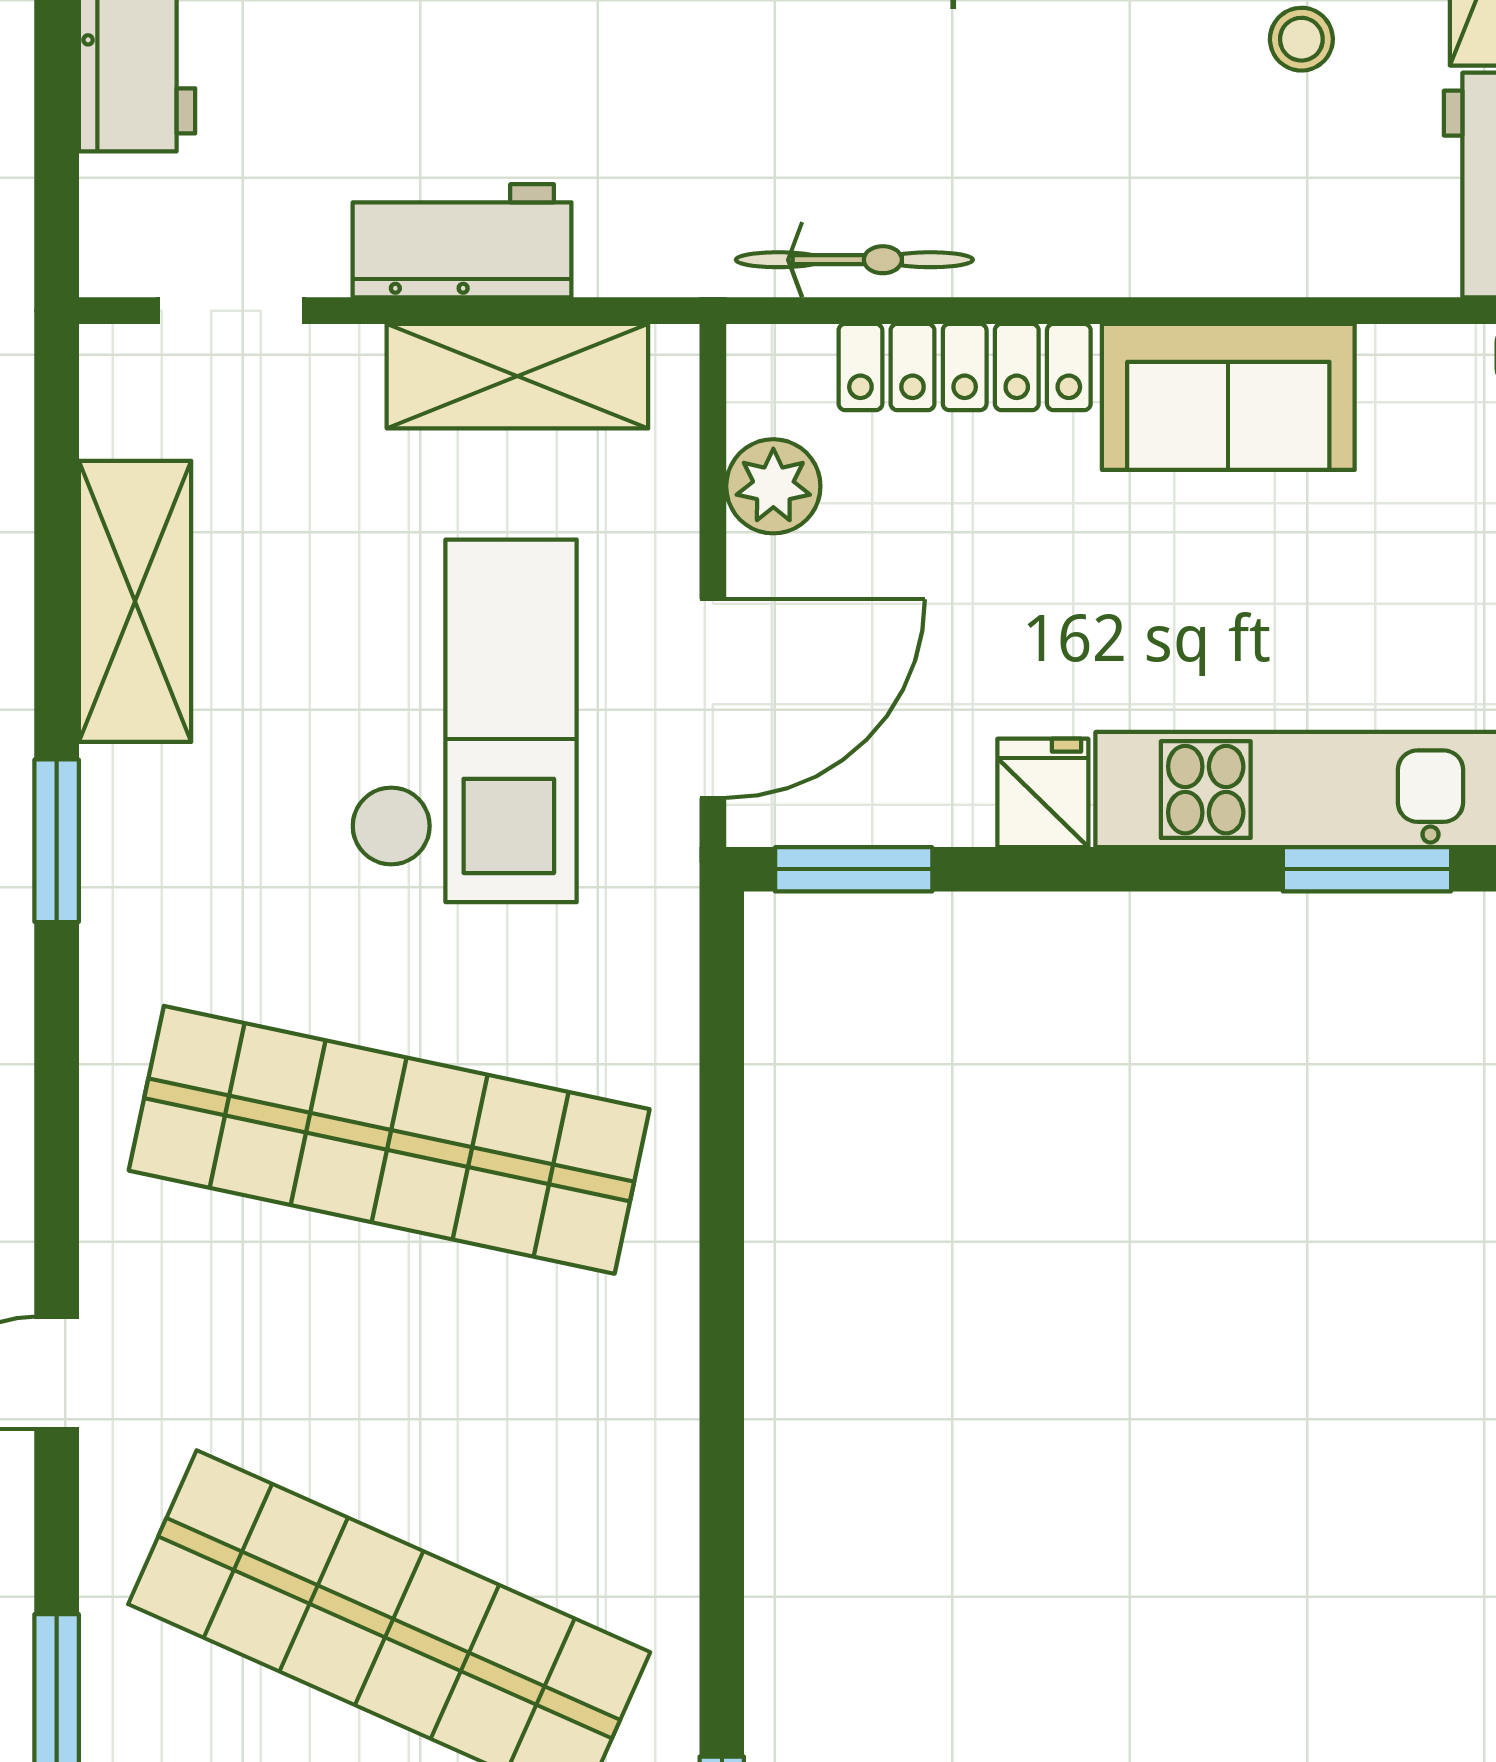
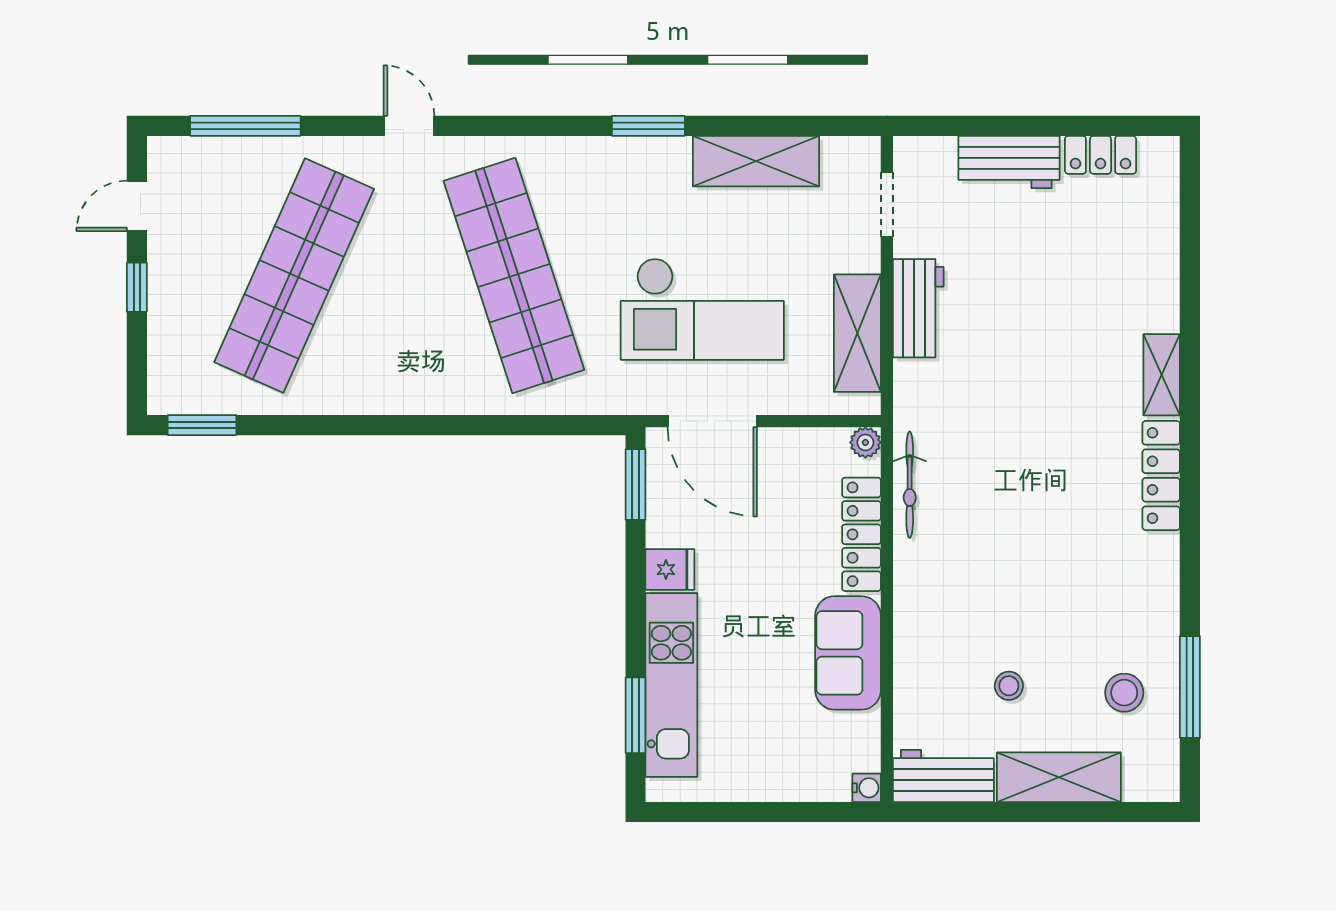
plant: (773, 486) -> (865, 442), moved, width x0.73, depth x0.73
shop shelf: (389, 1140) -> (514, 275), turned -30

